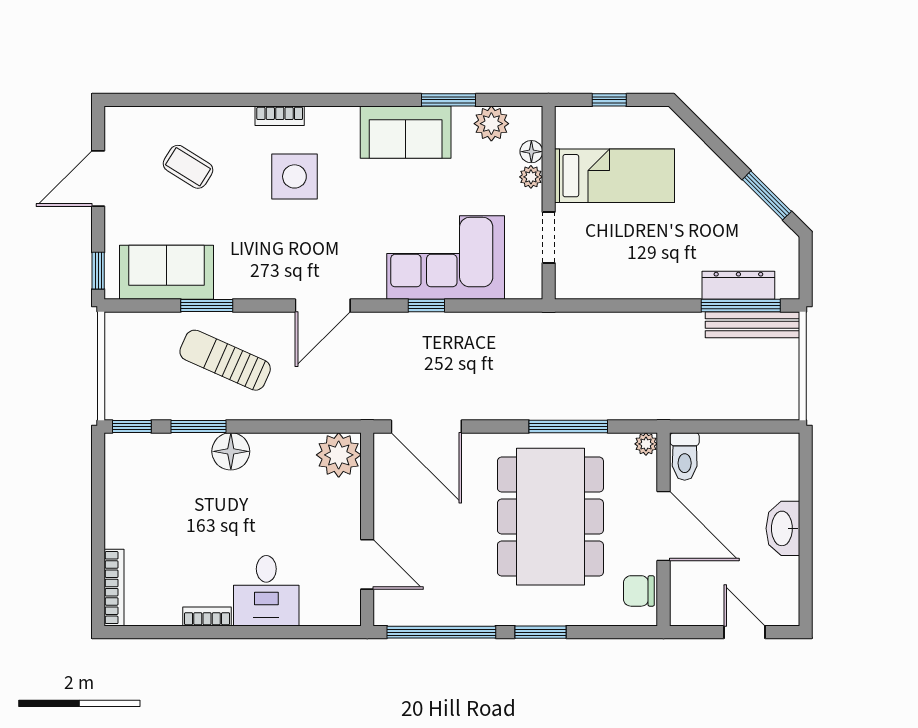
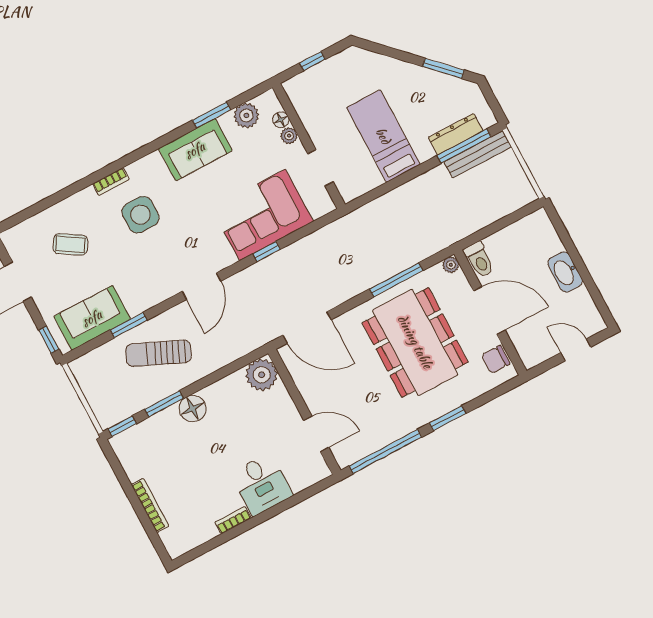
bed: (614, 176) -> (383, 136), moved, turned -90
bookcase: (114, 588) -> (150, 505), moved

